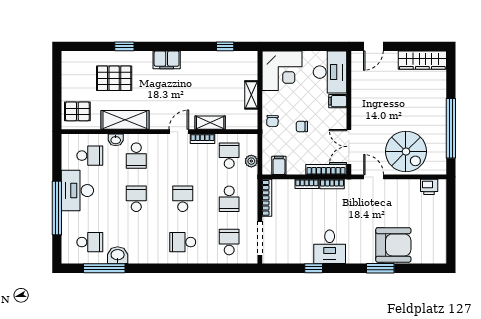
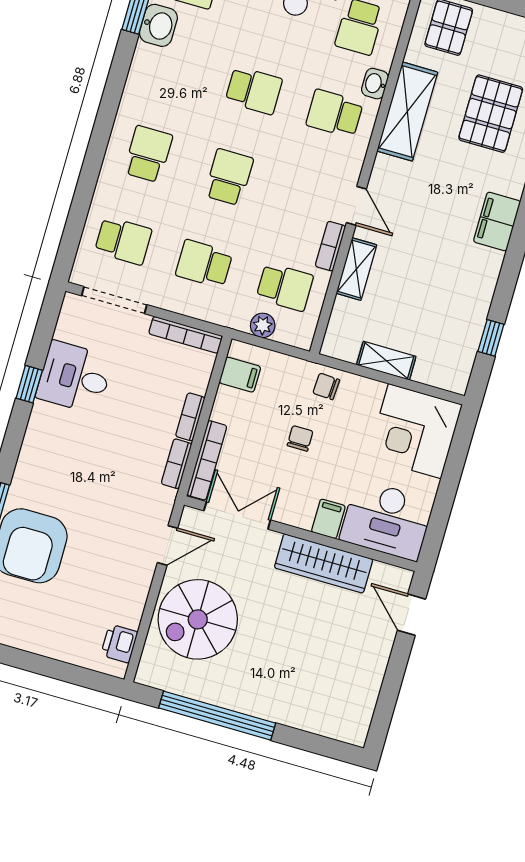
wardrobe: (422, 60) -> (324, 563), moved, turned -90
school desk: (183, 199) -> (229, 177), turned -90
desk: (330, 247) -> (75, 377), moved

